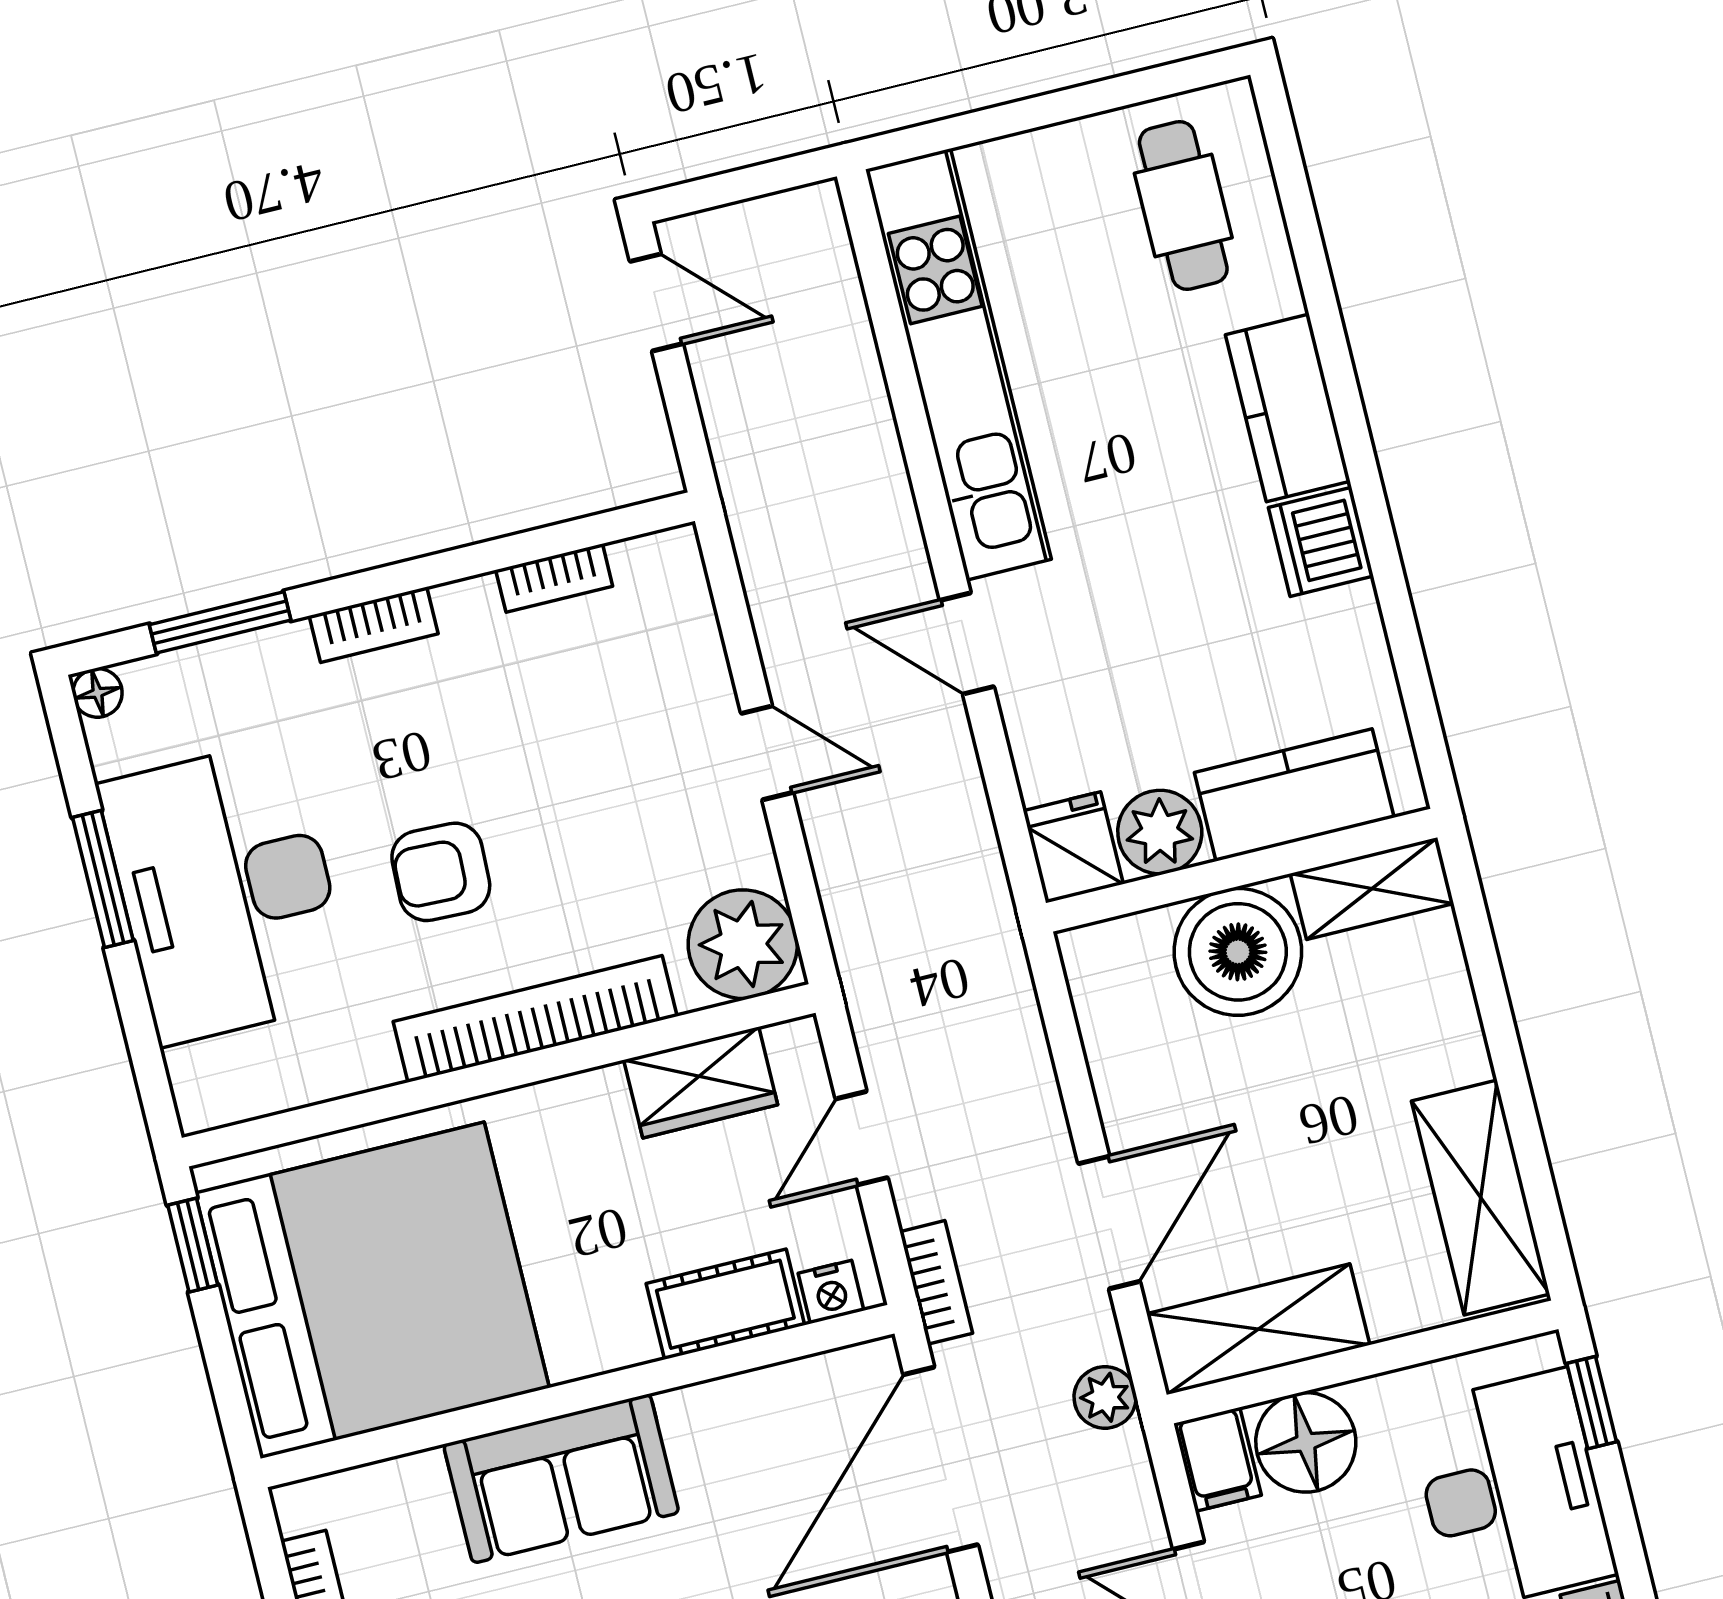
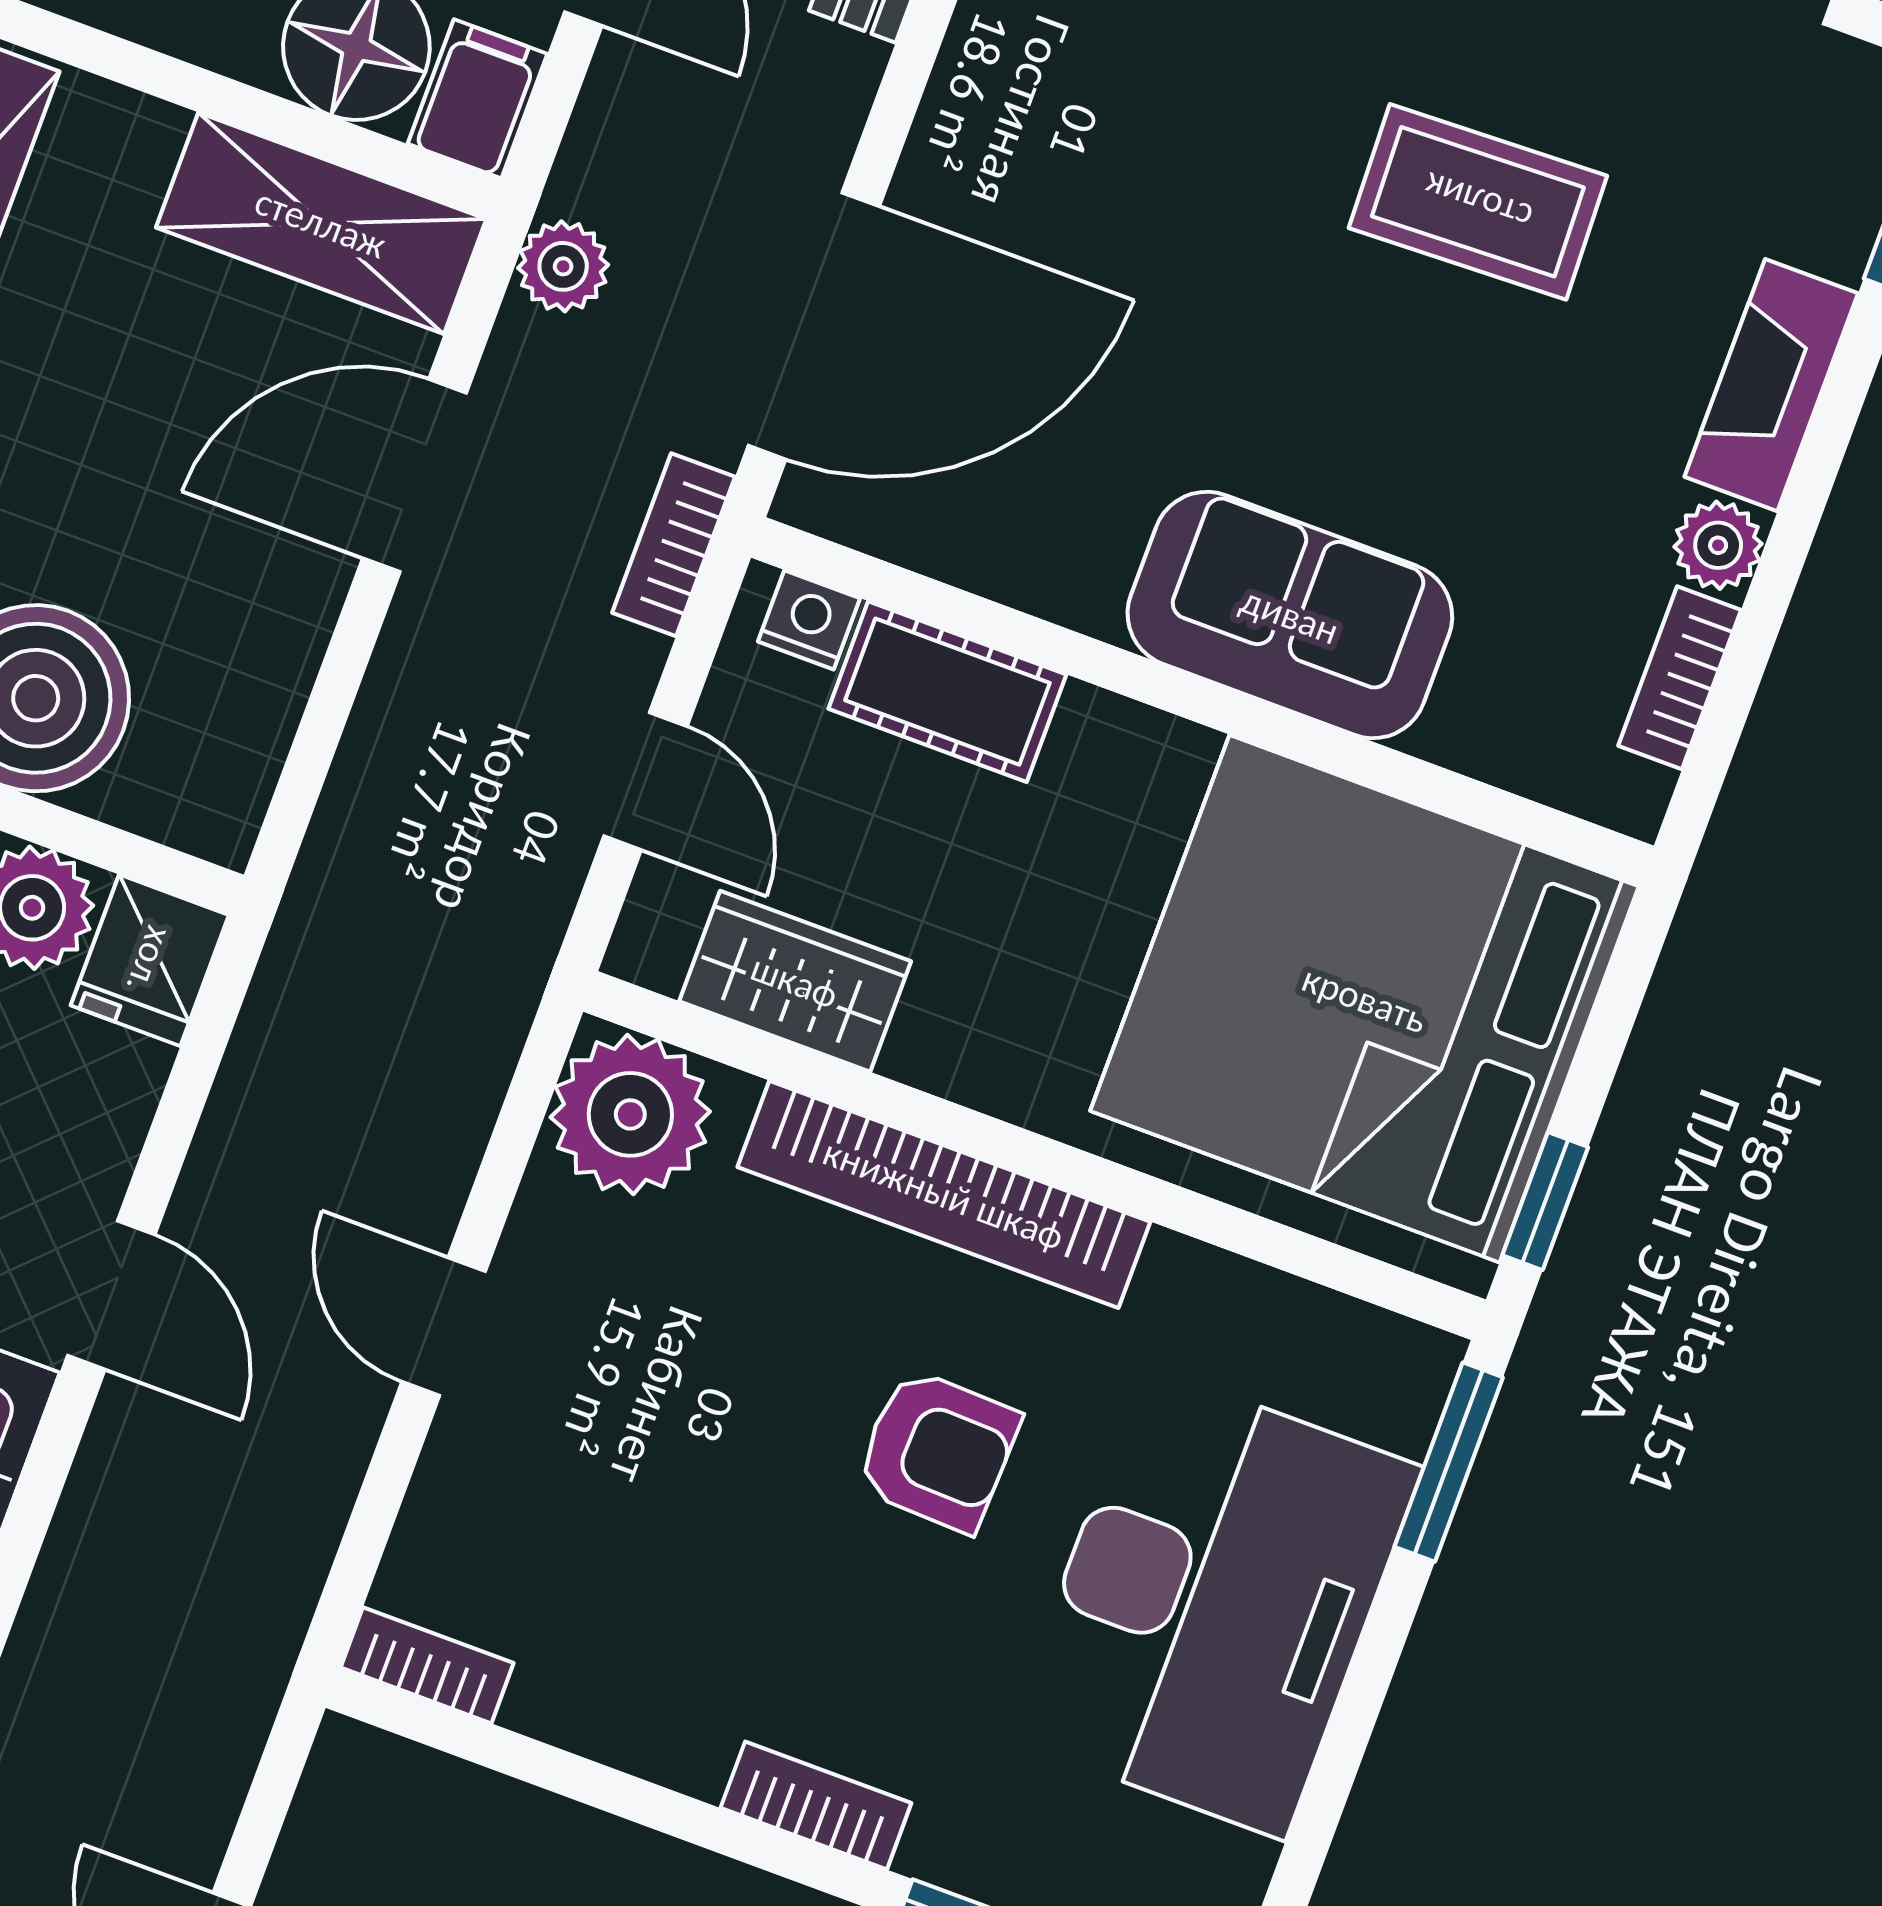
bookcase: (554, 578) -> (427, 1665), moved
window: (103, 879) -> (1449, 1462), moved
door: (862, 1138) -> (645, 781), hinge flipped

